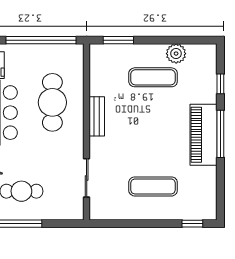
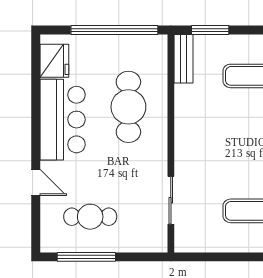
bench: (97, 116) -> (183, 59), moved

